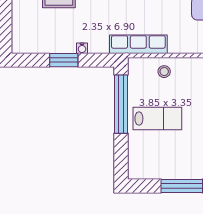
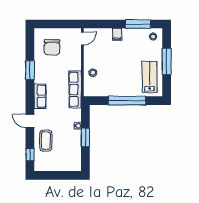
window: (121, 104) -> (127, 101), moved
lab bench: (157, 119) -> (150, 77), moved

